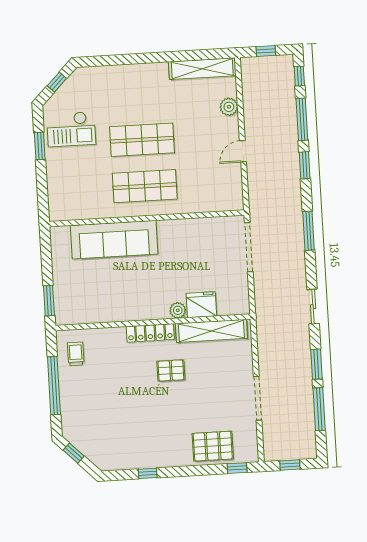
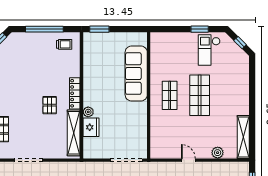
shop shelf: (145, 186) -> (170, 95), width x0.70, depth x0.74

